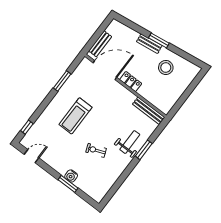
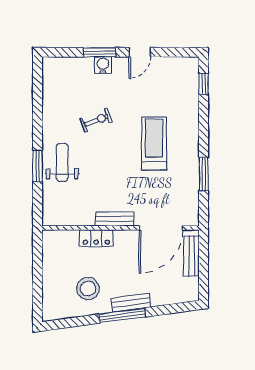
window: (159, 40) -> (122, 316), width x1.44
locker: (131, 82) -> (96, 238), moved
bench: (149, 111) -> (115, 219), moved, width x0.73
weight bench: (130, 142) -> (62, 162), turned 180
door: (32, 156) -> (140, 52), moved

